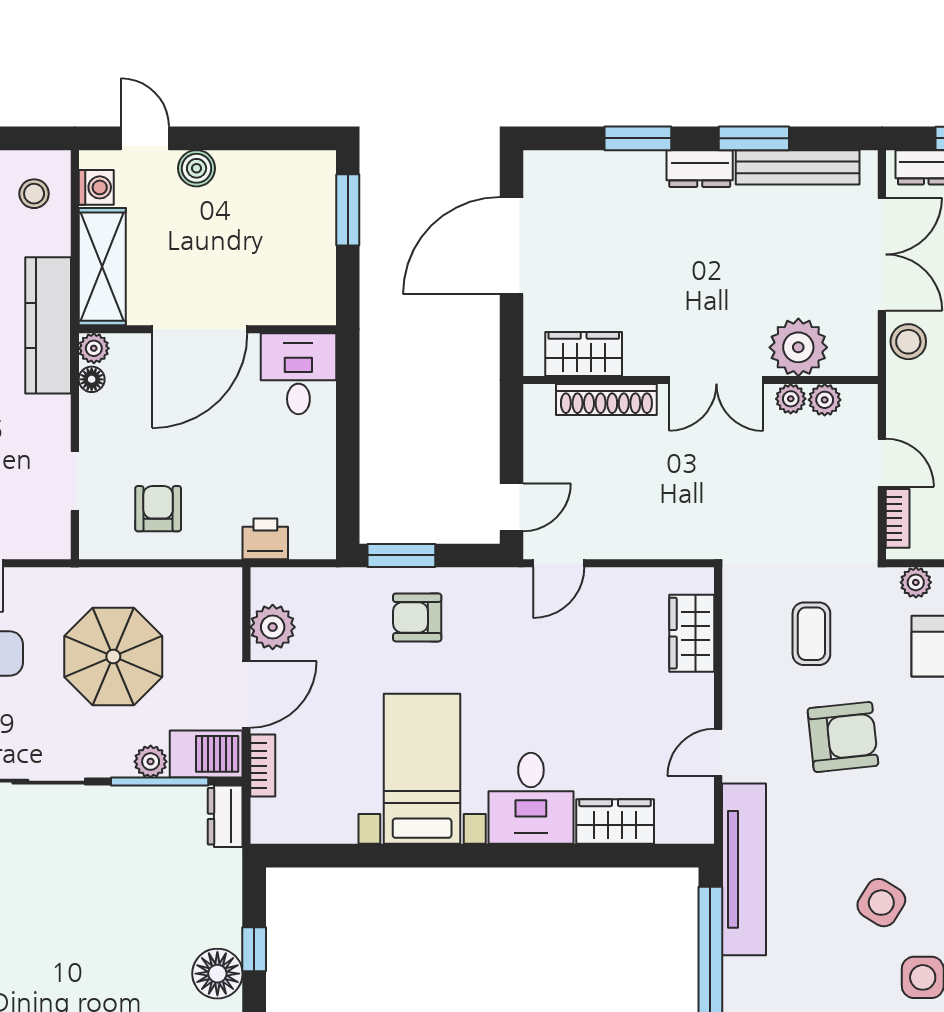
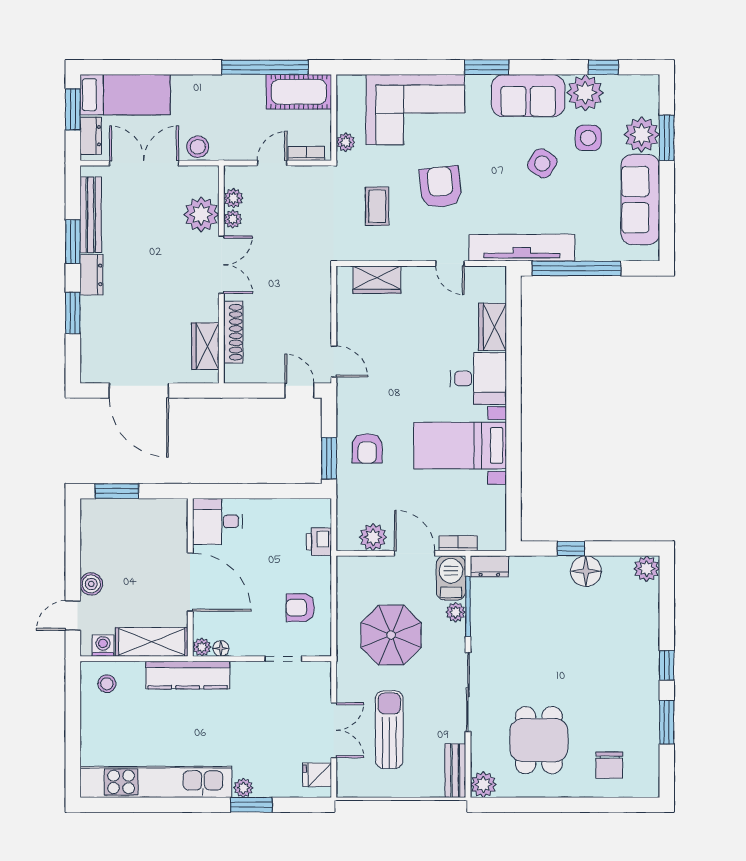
coffee table: (811, 634) -> (377, 206), turned 90

